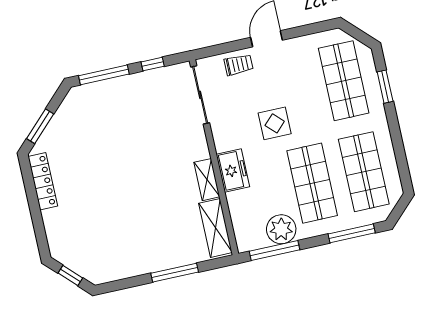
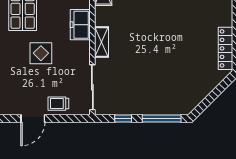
window: (40, 126) -> (218, 90), removed
shelving: (207, 180) -> (101, 42), moved

